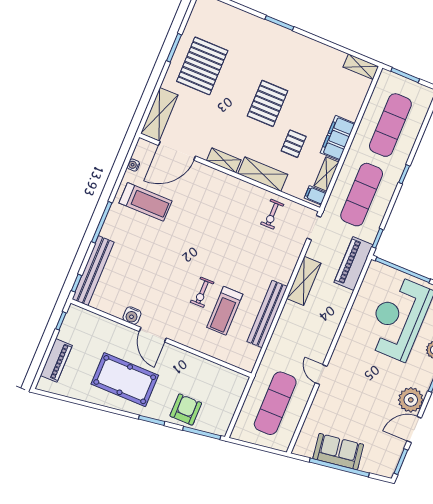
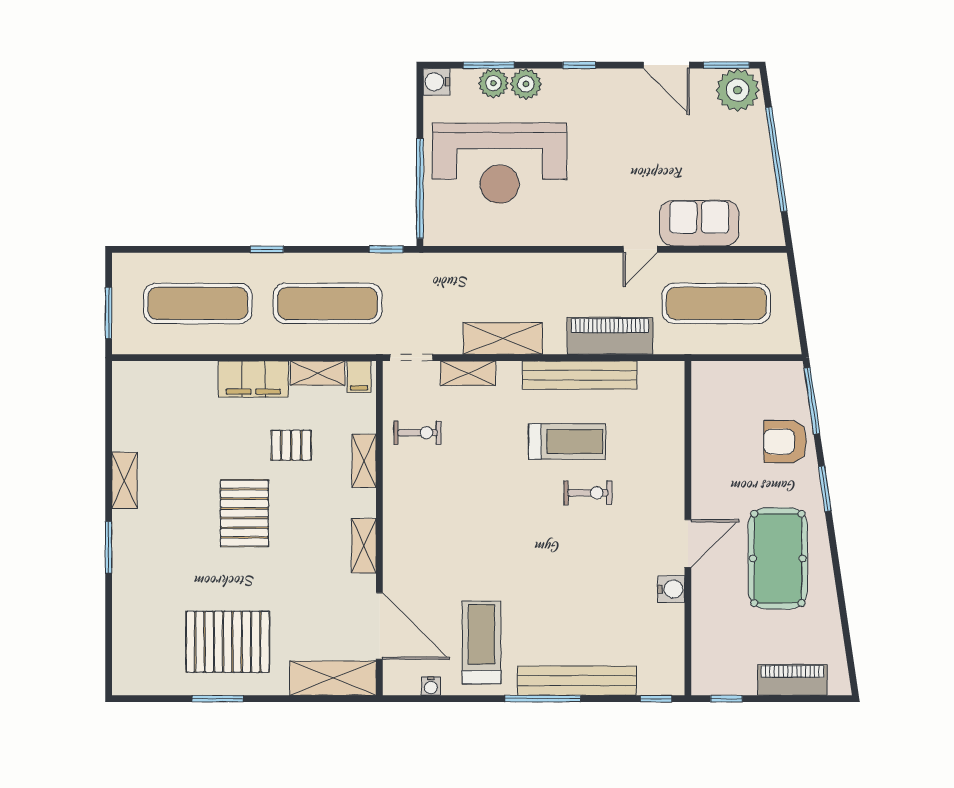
shelving: (361, 67) -> (124, 480), moved
pallet: (268, 103) -> (244, 513), turned 90
shelving: (263, 174) -> (364, 461), width x0.67, depth x0.75
shelving: (293, 255) -> (468, 373), added
piano: (353, 264) -> (610, 336), moved, turned 180
bench: (93, 271) -> (577, 681), moved
treadmill: (225, 311) -> (567, 442), moved
plant: (411, 400) -> (738, 90), moved
sofa: (338, 452) -> (699, 223), moved, turned 98

